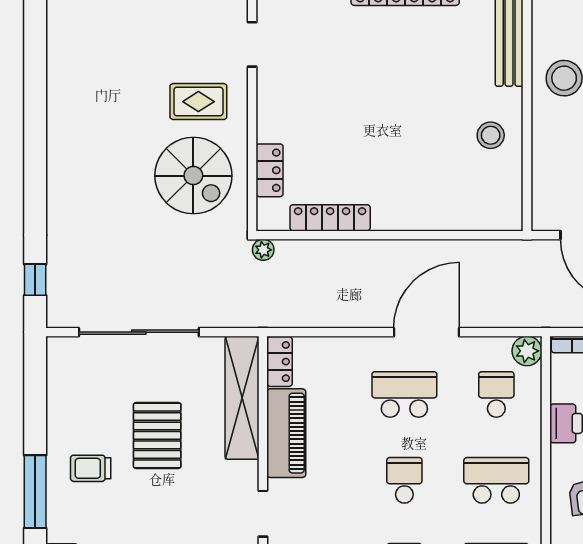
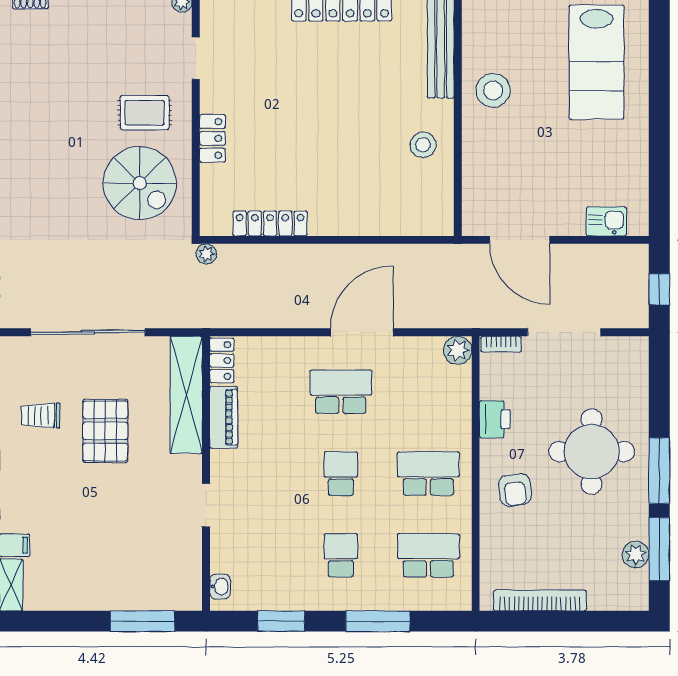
locker: (270, 170) -> (212, 138), moved
school desk: (496, 394) -> (428, 392), removed
piano: (286, 433) -> (224, 417), width x0.73, depth x0.75
trolley: (91, 468) -> (41, 416), moved

